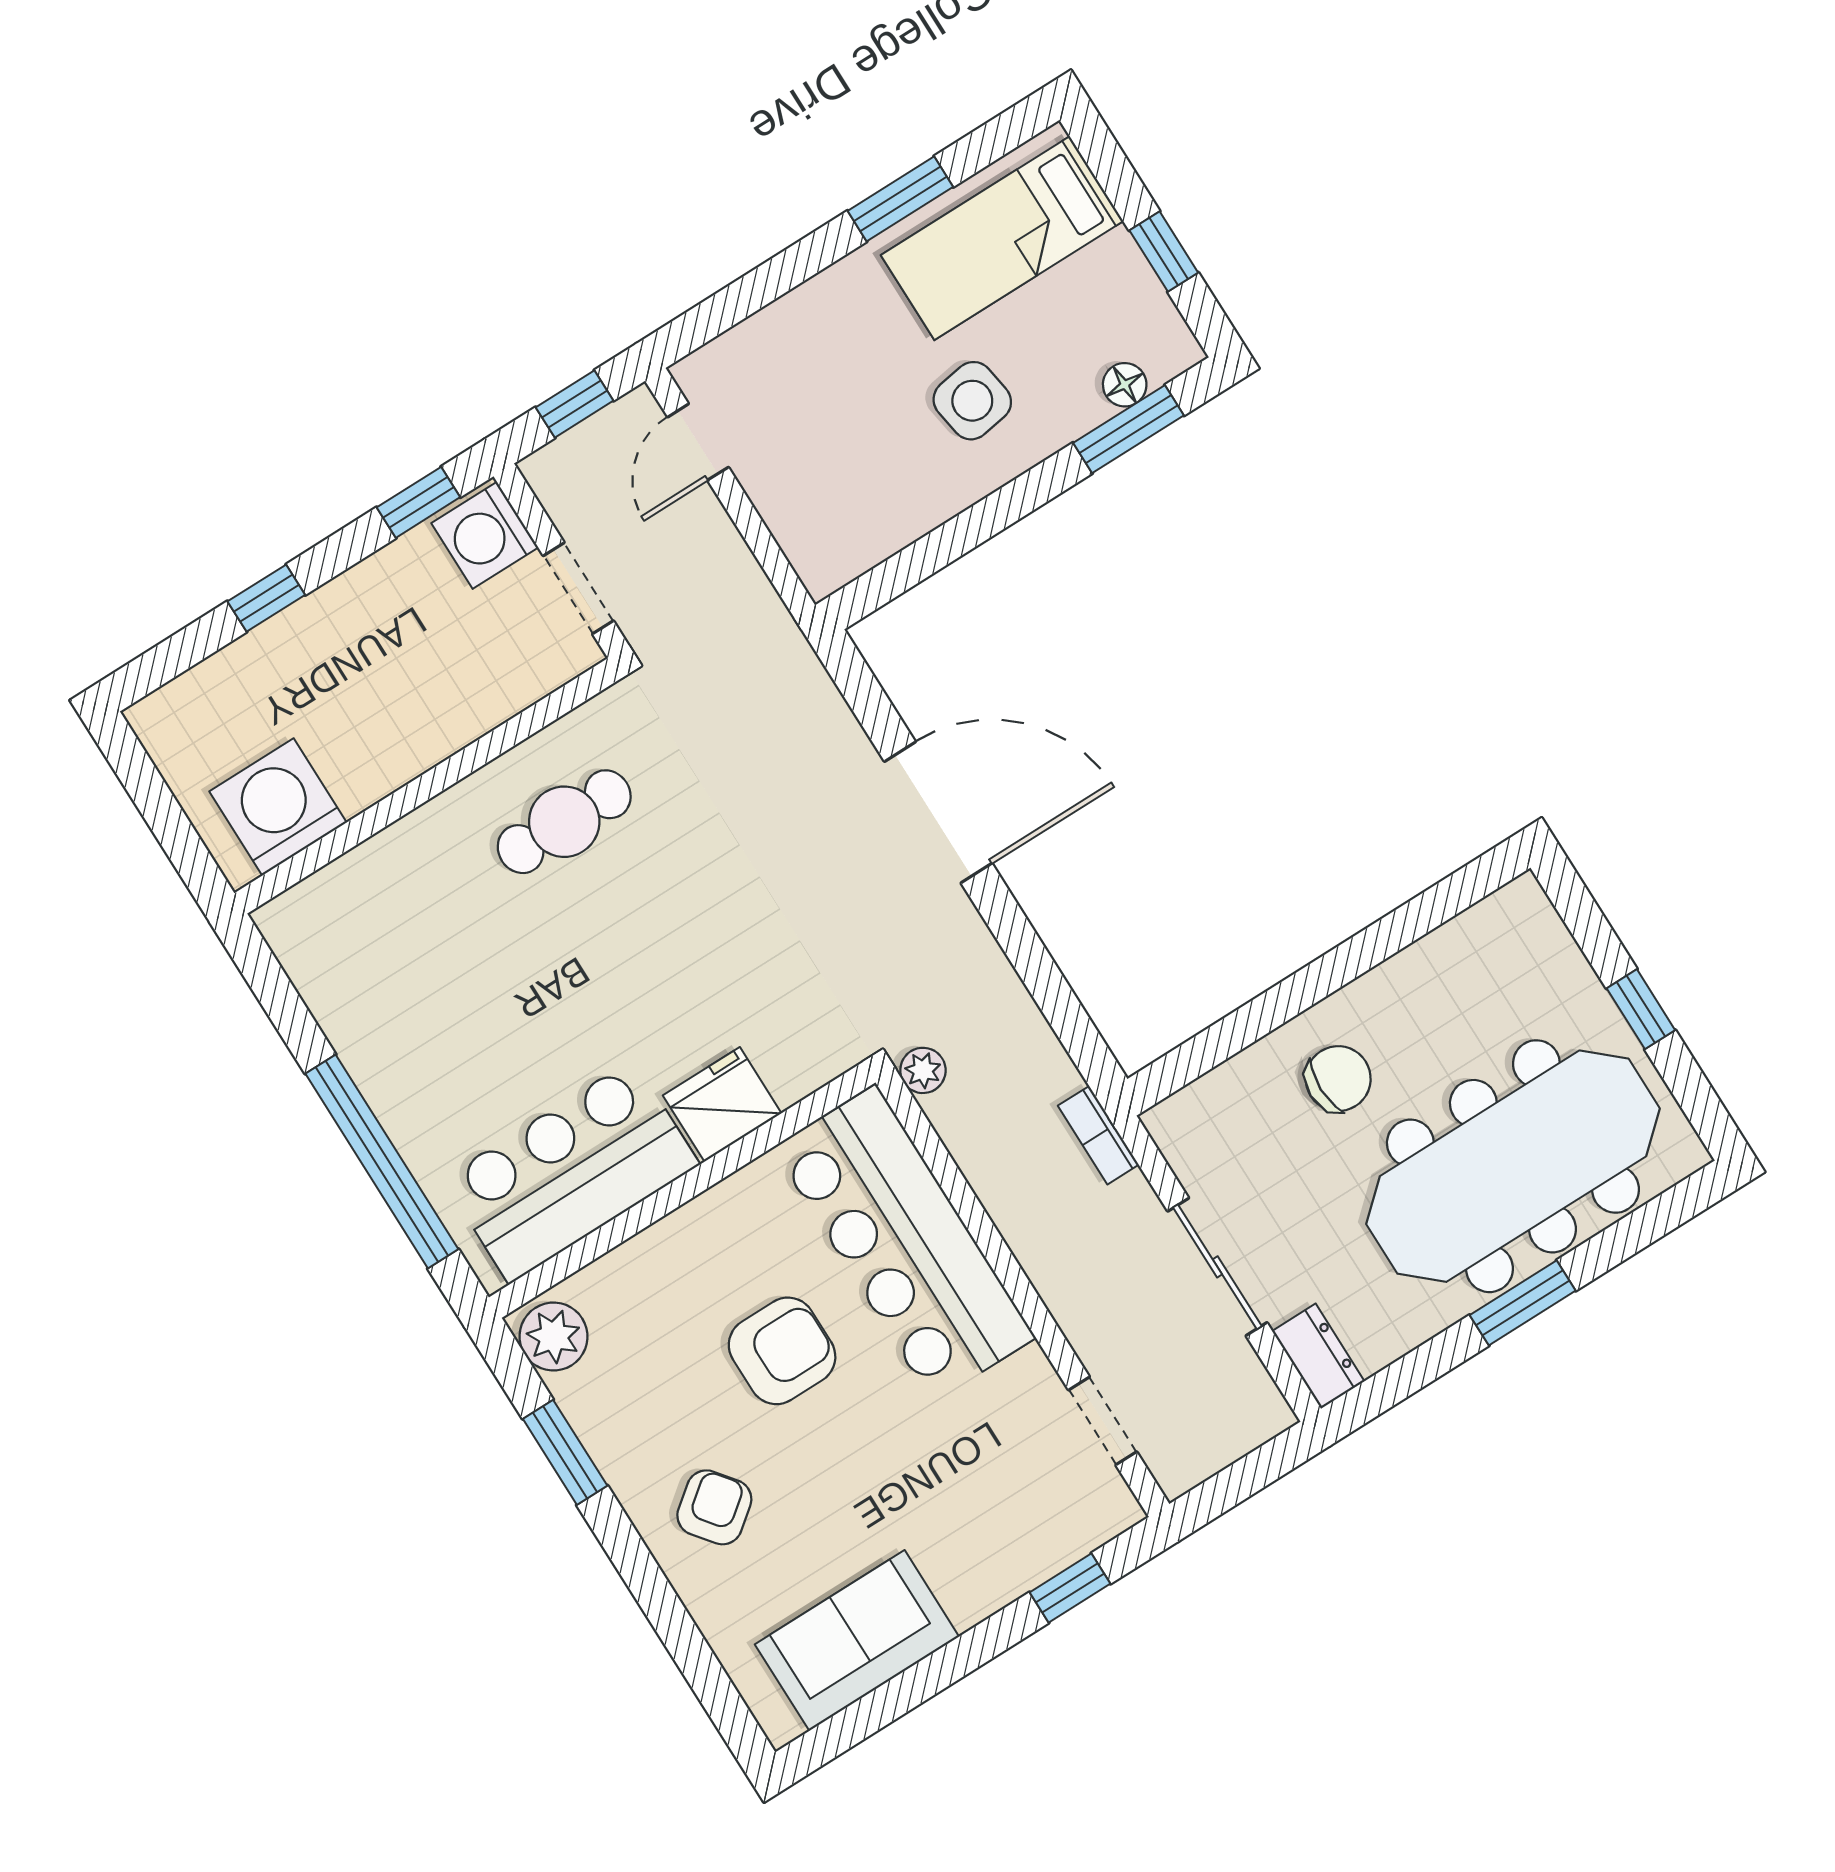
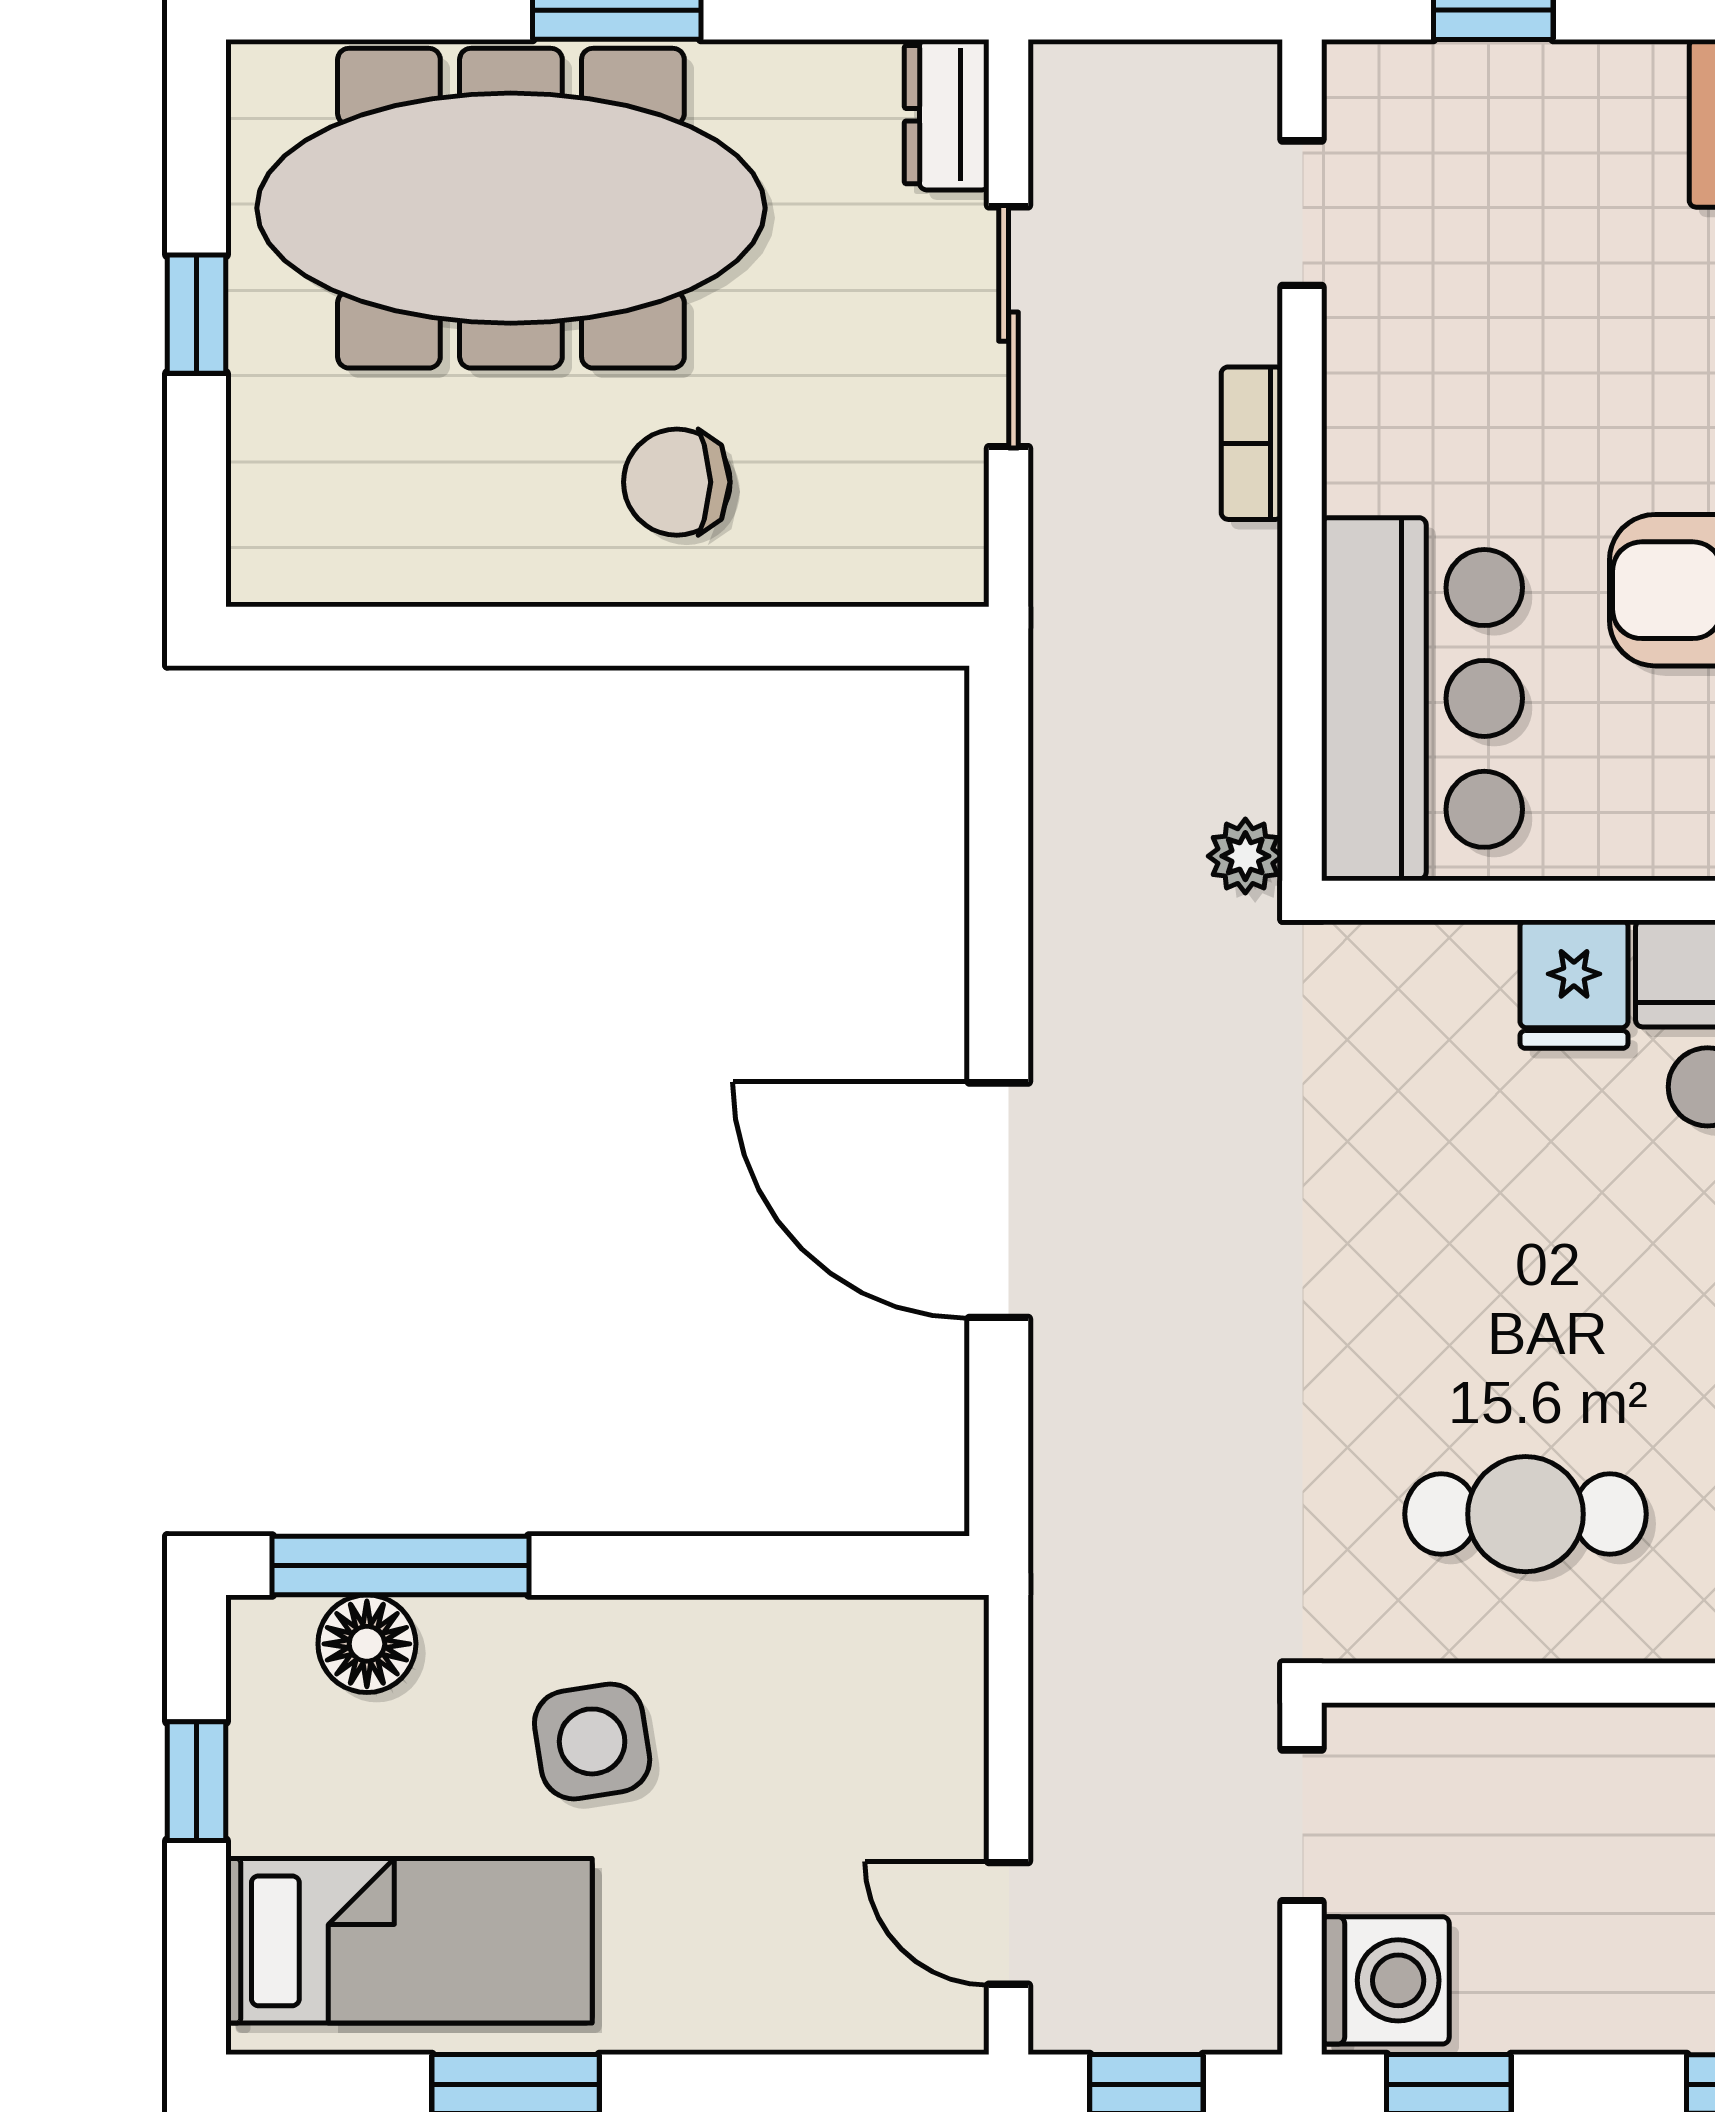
floor lamp: (1125, 385) -> (367, 1644), width x1.37, depth x1.37
window: (1129, 429) -> (400, 1566), width x1.44
door: (698, 442) -> (1009, 1923), swing flipped
fridge: (722, 1104) -> (1574, 984), width x0.72
bookcase: (1098, 1135) -> (1252, 443), moved, turned 180
bar counter: (904, 1243) -> (1422, 698), width x0.73

